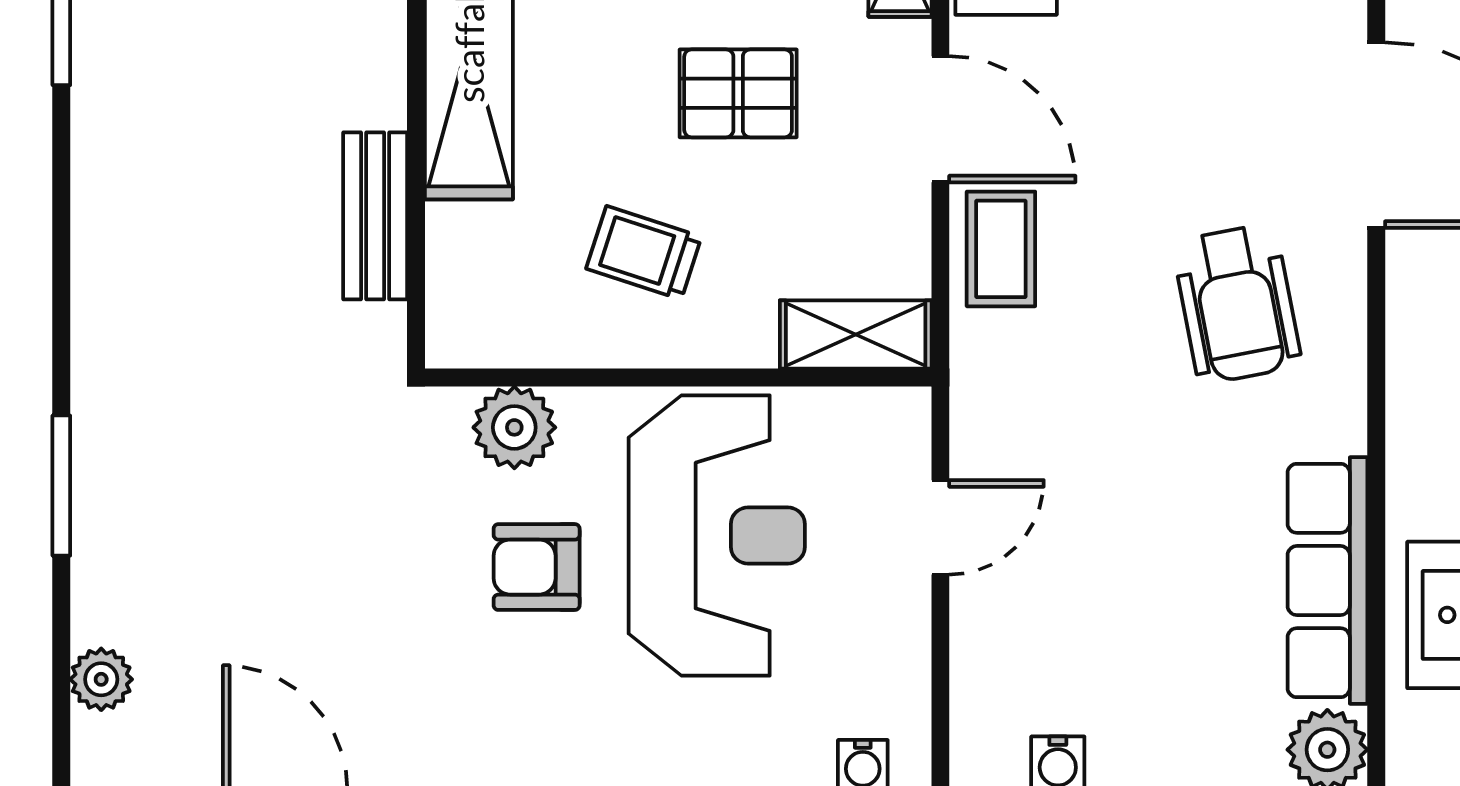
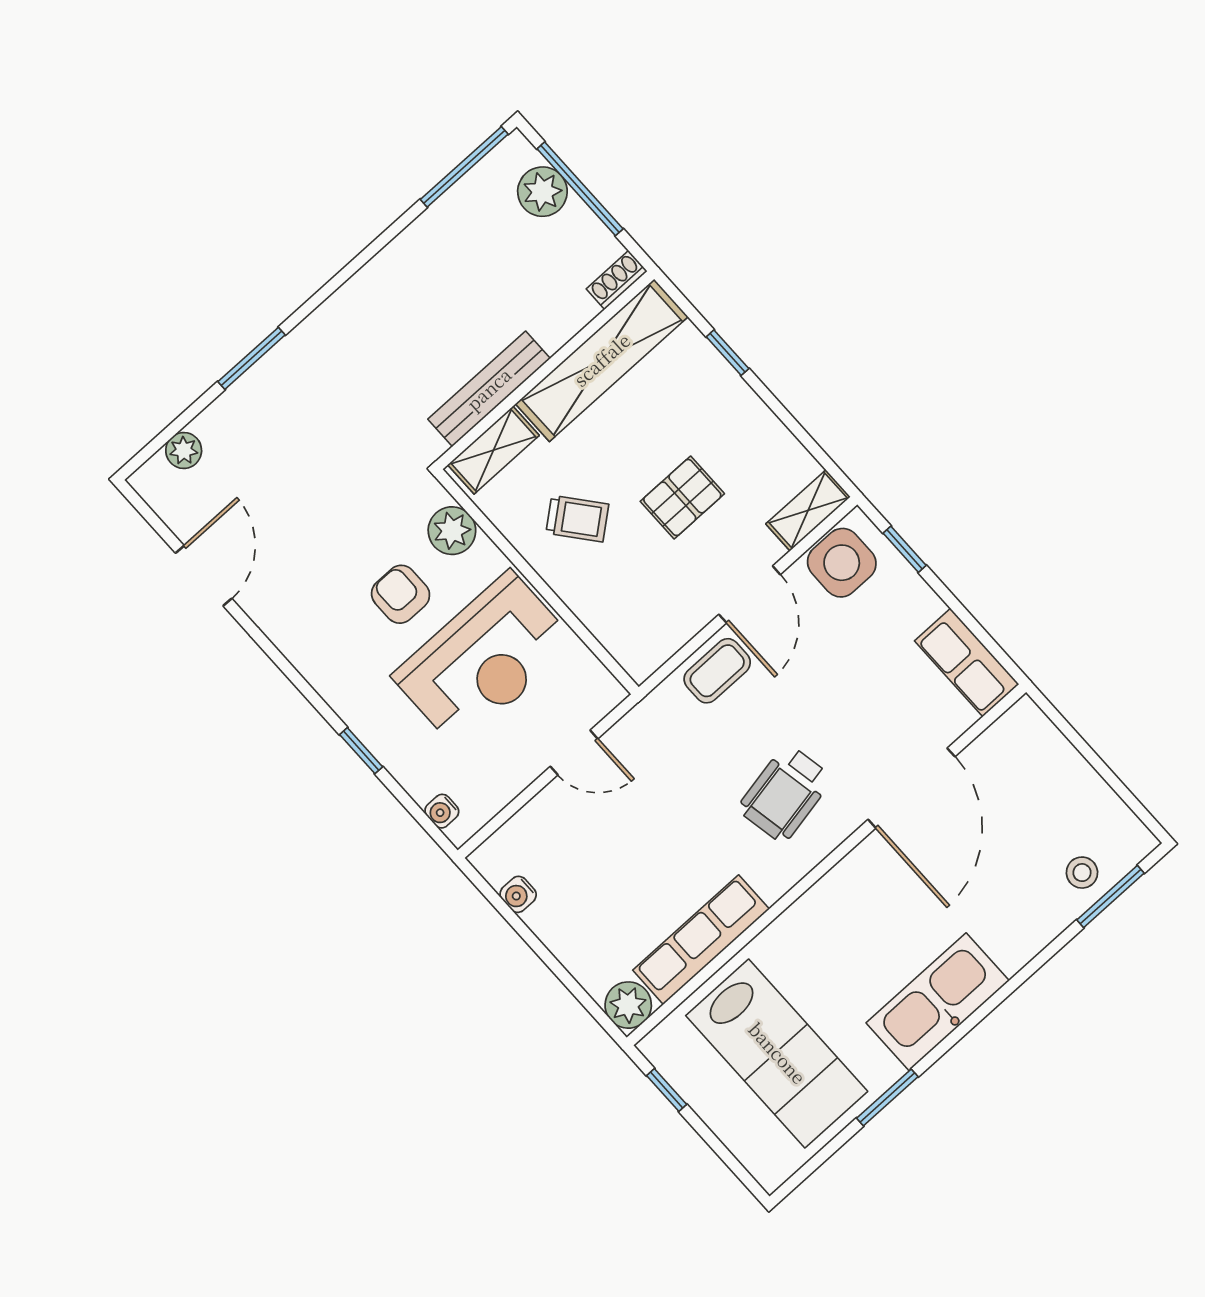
pallet: (738, 93) -> (682, 497), turned 90
bench: (375, 216) -> (489, 389), width x1.36
trolley: (644, 253) -> (577, 519), turned 123
shelving: (856, 334) -> (493, 450), moved, turned 90

